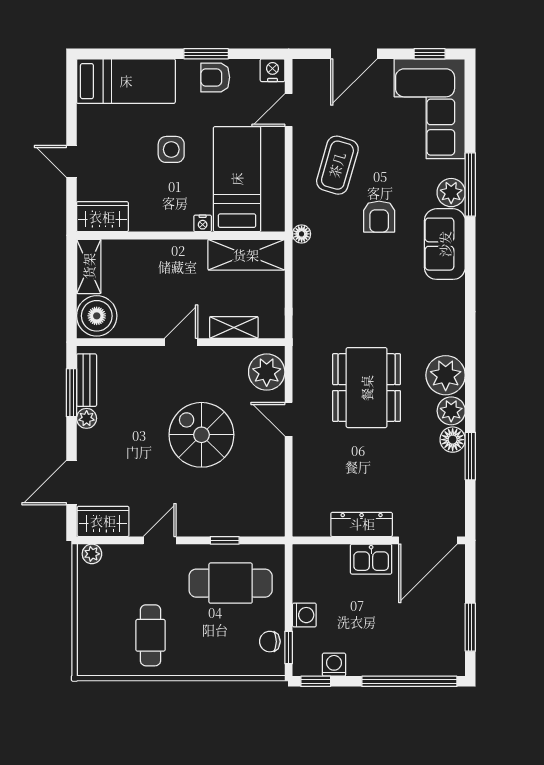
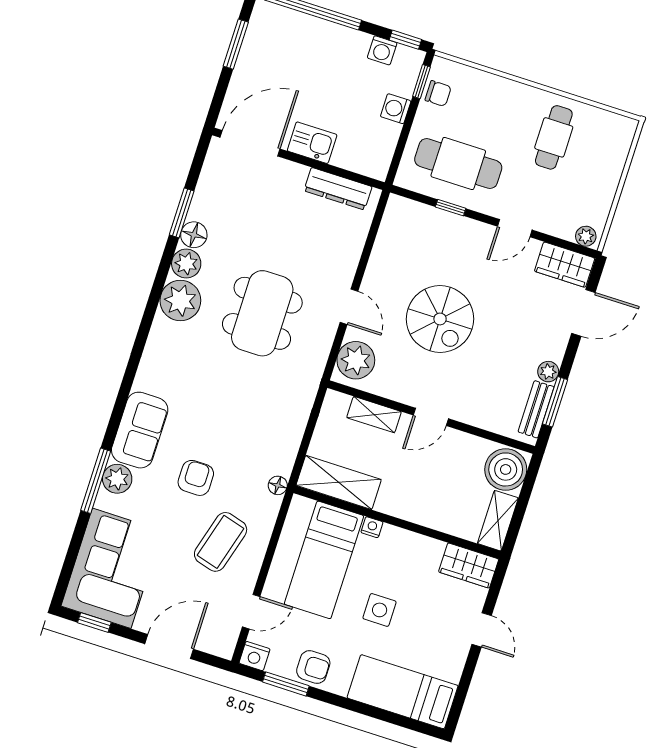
window: (206, 54) -> (286, 684), moved
dresser: (362, 524) -> (338, 189), moved

